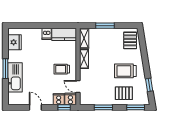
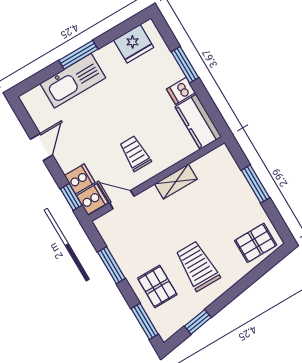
window: (36, 26) -> (185, 65), added
shelving: (84, 38) -> (212, 160), removed
door: (78, 86) -> (122, 200), hinge flipped

